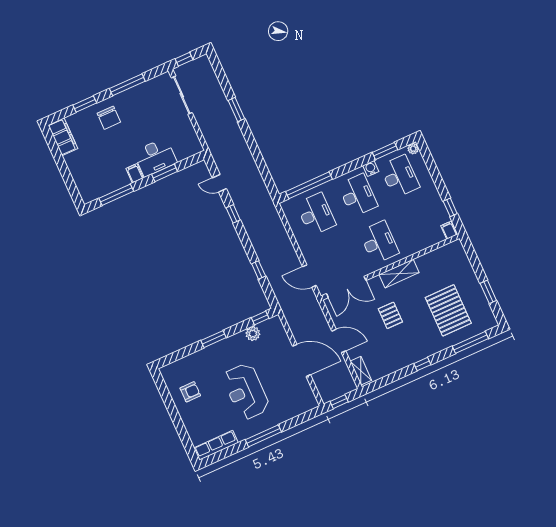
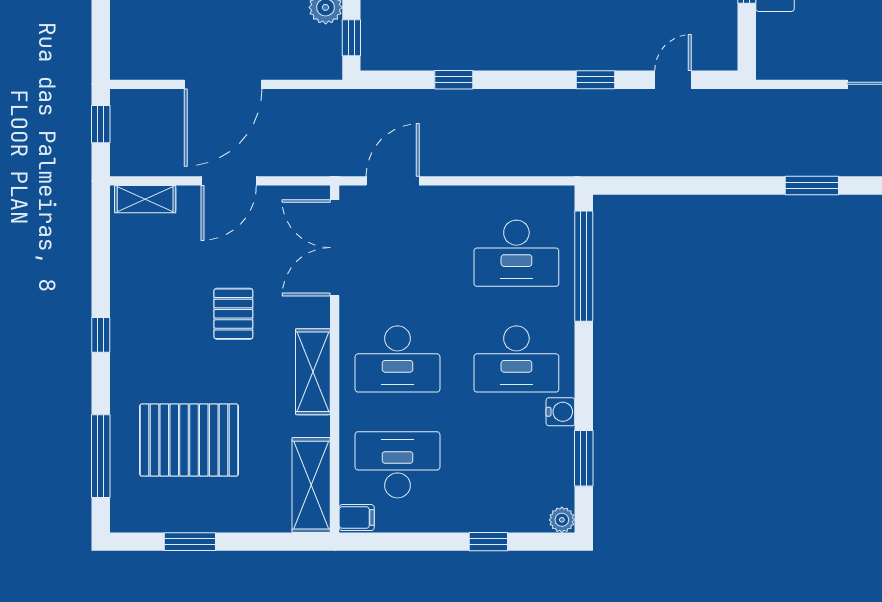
desk: (400, 176) -> (397, 465), moved, turned 180
window: (450, 207) -> (488, 542), moved
shelving: (444, 254) -> (311, 485), added
pallet: (390, 315) -> (233, 314), turned 90

